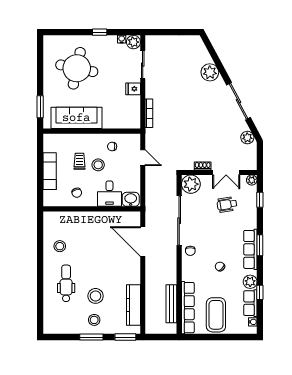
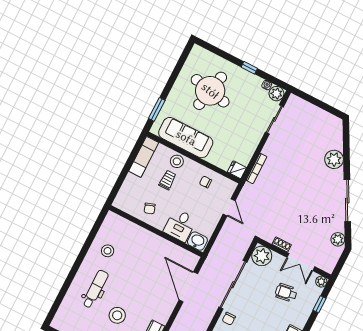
fridge: (133, 89) -> (237, 170), moved
stool: (98, 165) -> (177, 161), moved
exam couch: (50, 171) -> (144, 157), moved

